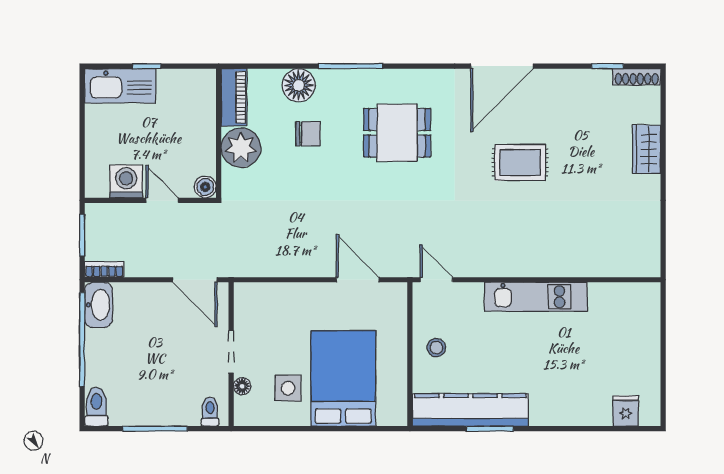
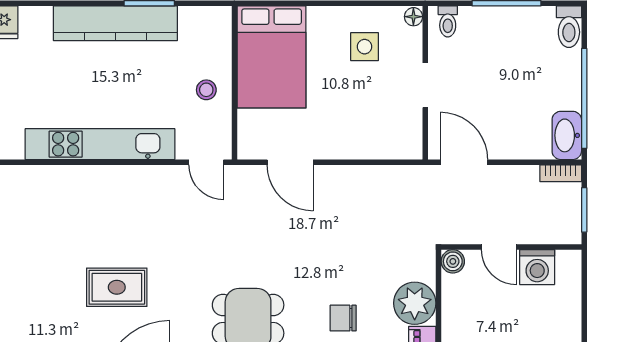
kitchen unit: (536, 297) -> (100, 144), width x1.36
bed: (343, 378) -> (272, 57), moved
floor lamp: (242, 386) -> (413, 17), moved
kitchen counter: (470, 410) -> (115, 23), moved

